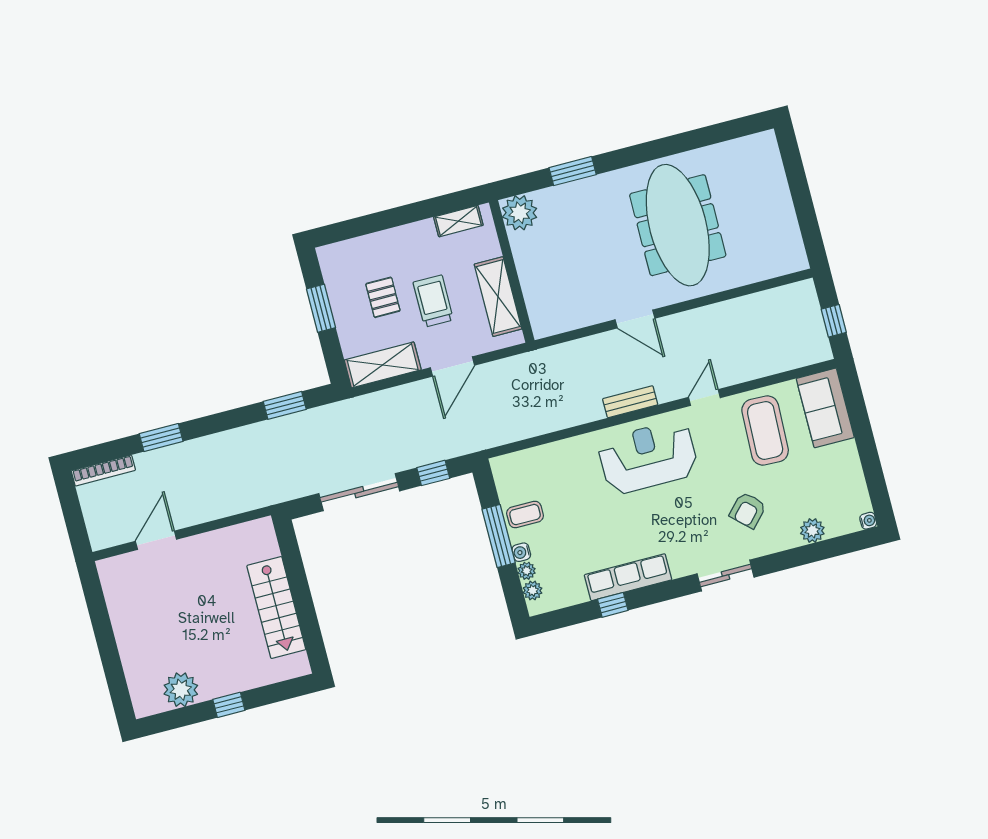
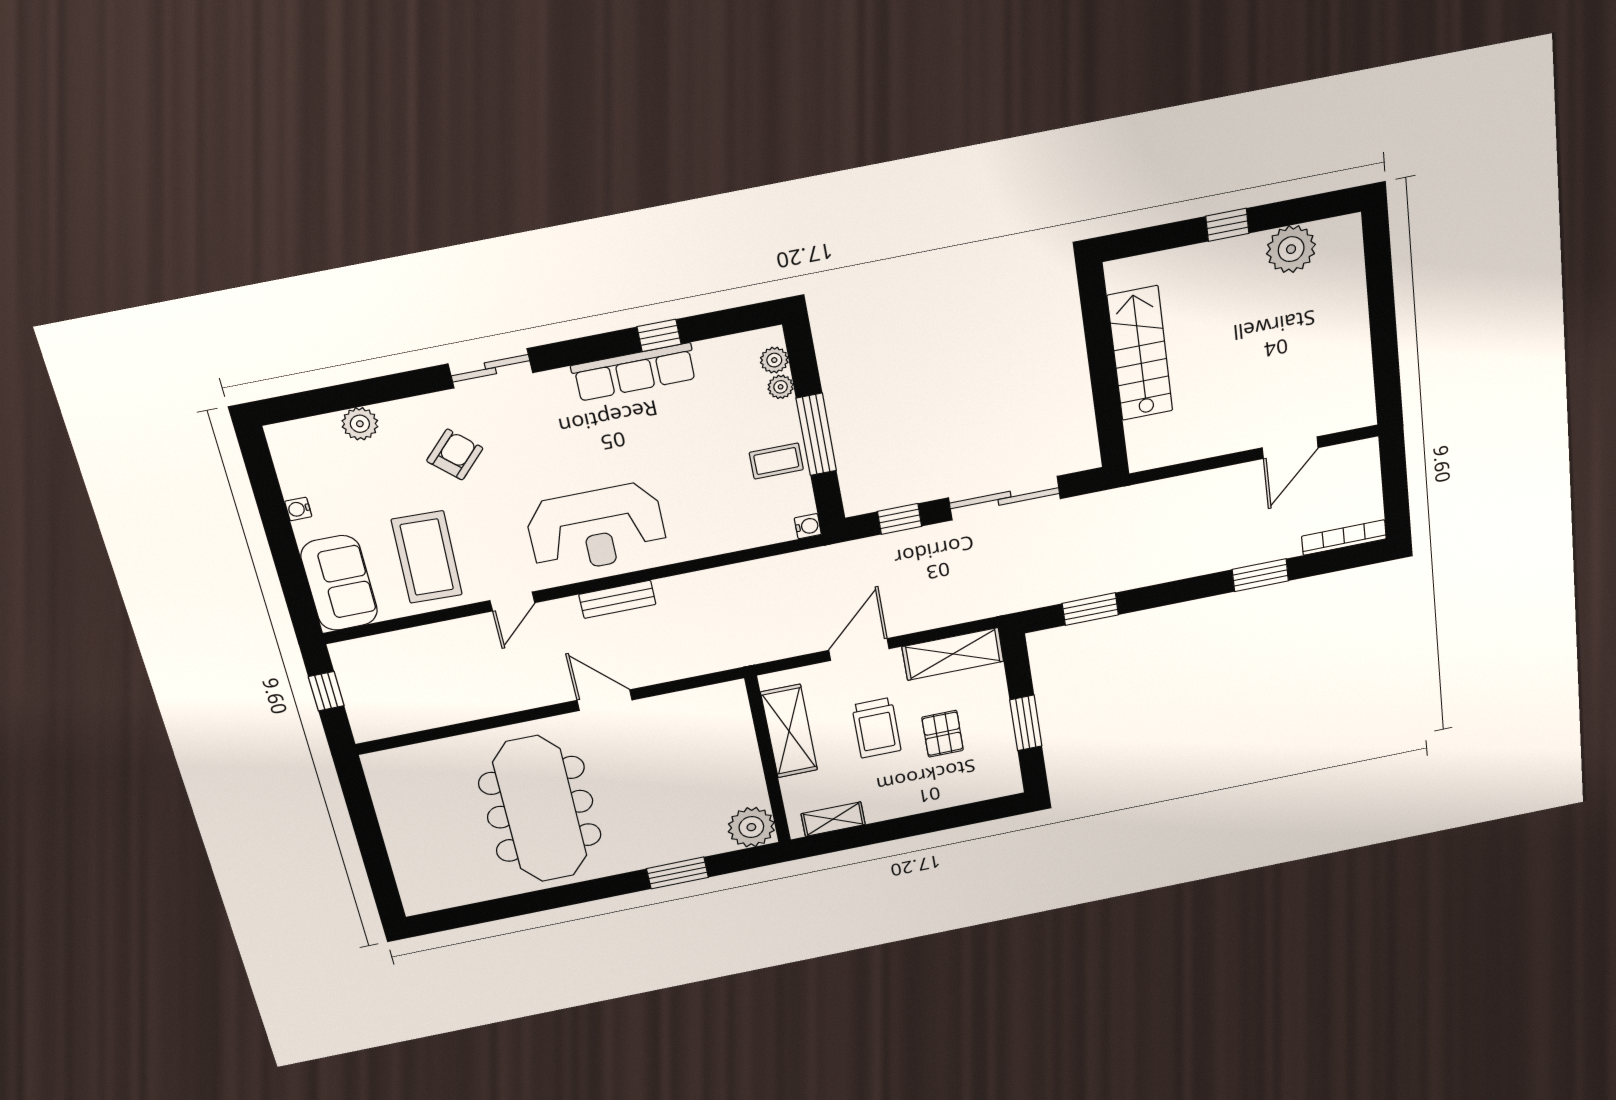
water cooler: (868, 521) -> (298, 509), moved
water cooler: (521, 552) -> (808, 526), moved

